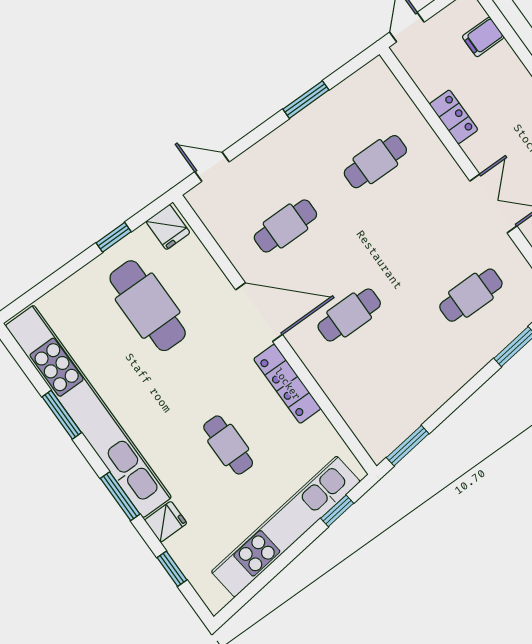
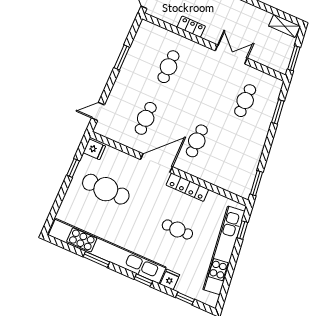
window: (120, 496) -> (143, 280), width x0.67

